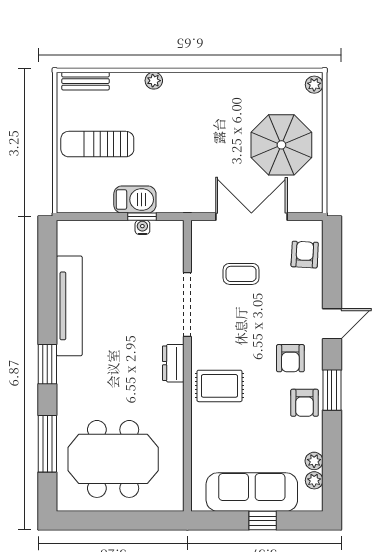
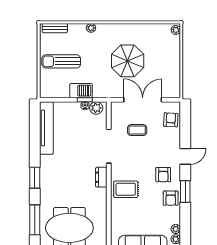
parasol: (281, 145) -> (128, 61), moved
plant: (164, 232) -> (96, 108), added
tv unit: (69, 306) -> (46, 128), moved

